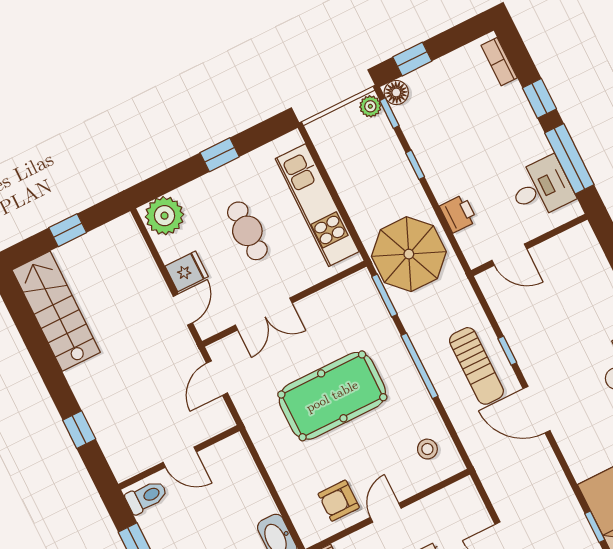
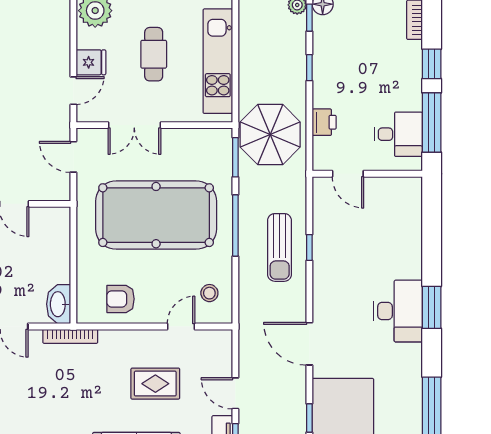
door: (217, 378) -> (73, 157), hinge flipped
pool table: (332, 396) -> (156, 215), width x1.36, depth x1.32
door: (537, 410) -> (309, 344), moved
door: (386, 513) -> (181, 327), moved

